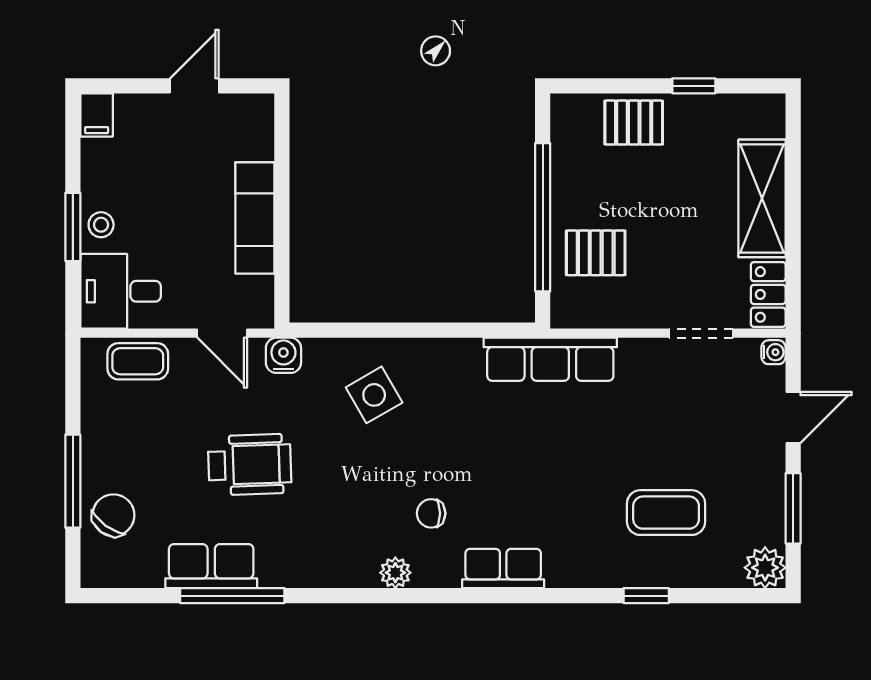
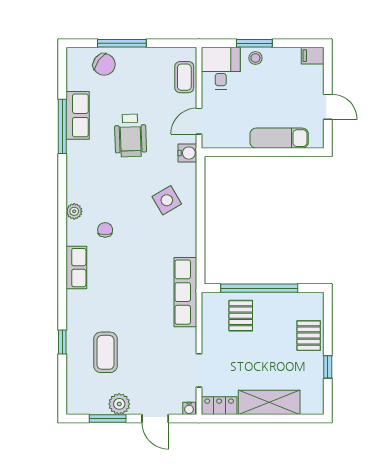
exam couch: (255, 218) -> (279, 138), moved
plant: (765, 568) -> (119, 404), moved

